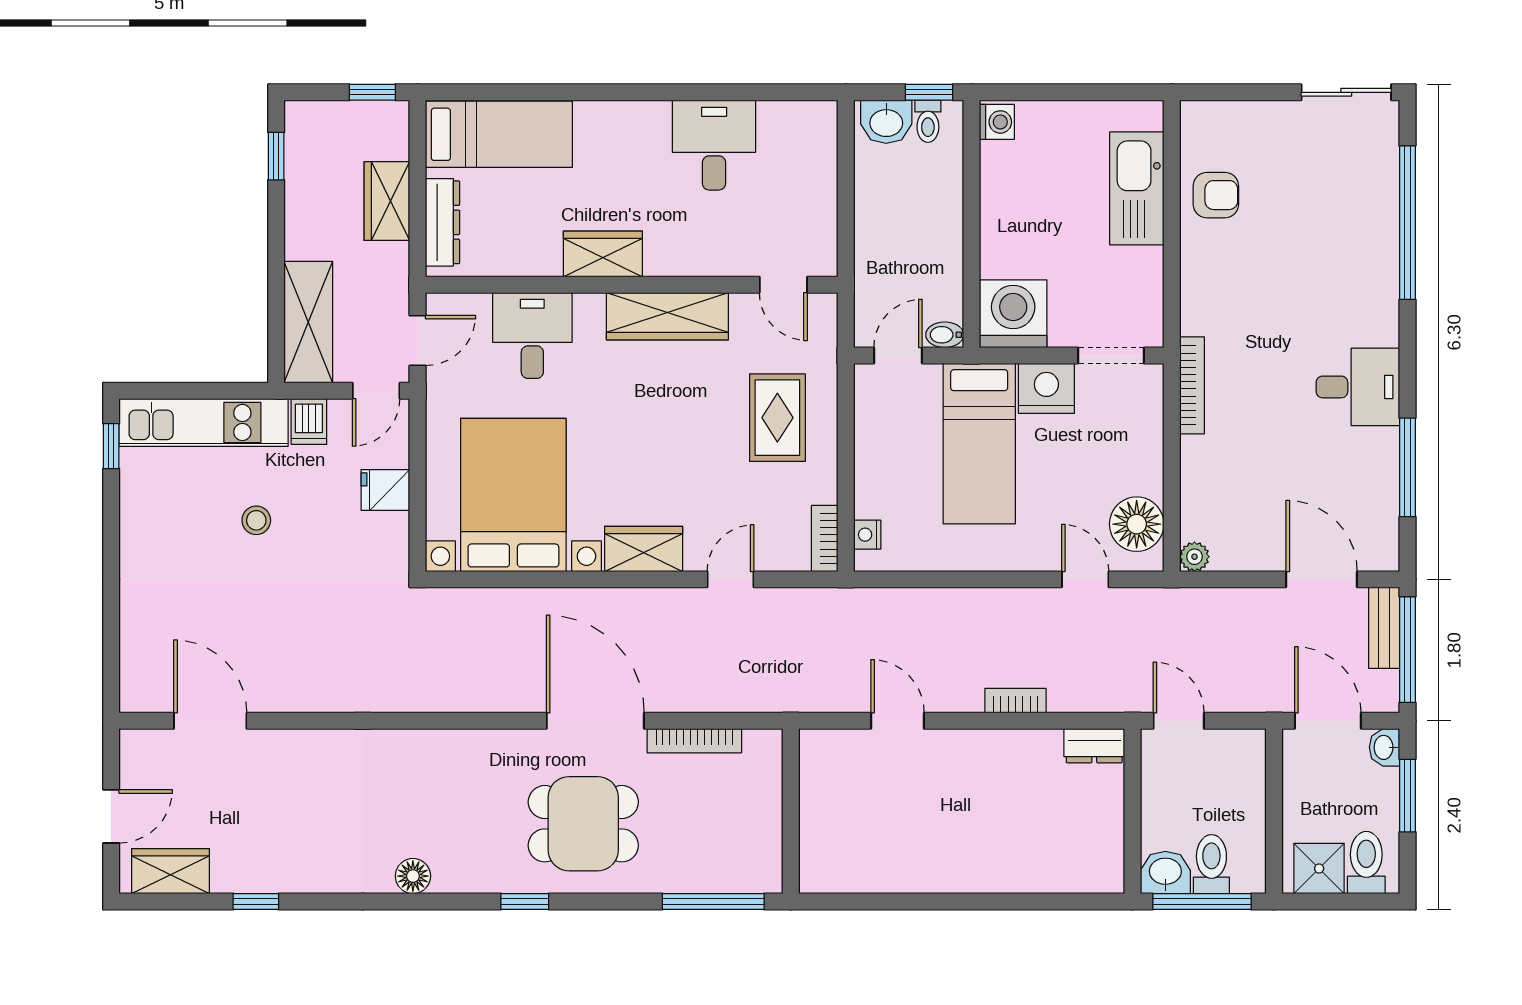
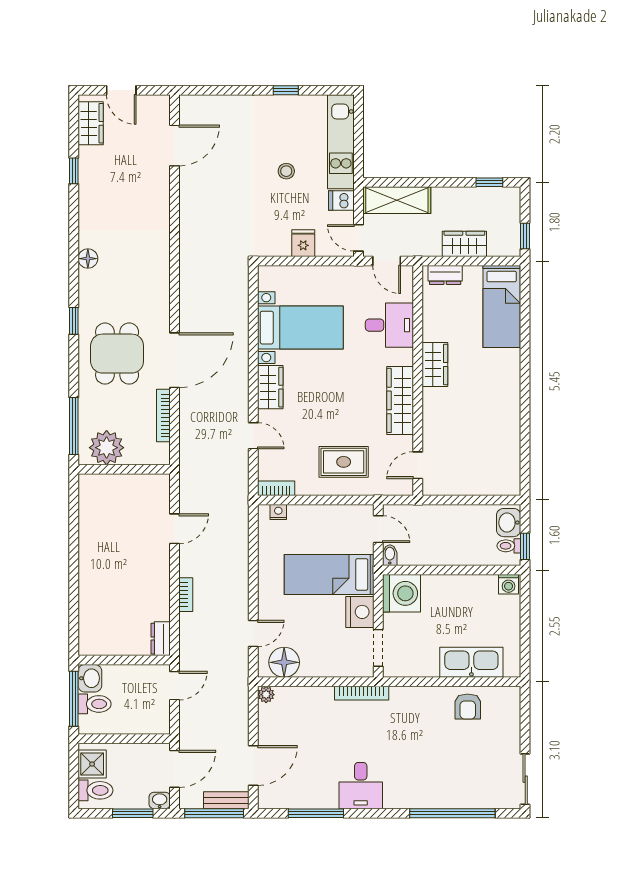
desk: (714, 145) -> (496, 426), removed
dresser: (442, 222) -> (445, 275), width x0.70
window: (111, 446) -> (286, 90), moved
bed with nightstands: (513, 495) -> (300, 328), width x0.73
plant: (752, 843) -> (107, 448), added

